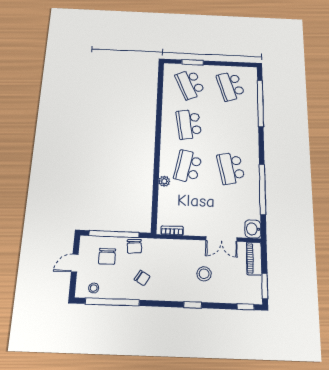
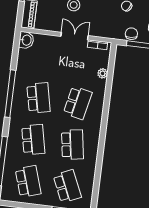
school desk: (231, 126) -> (33, 140), added
plant: (164, 181) -> (103, 73), moved
window: (262, 189) -> (10, 94), moved
double door: (221, 239) -> (74, 36), moved

